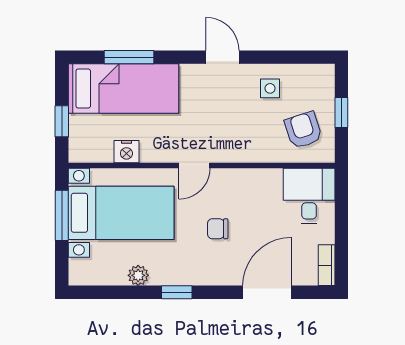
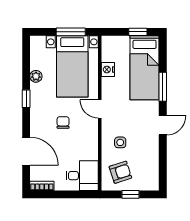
window: (129, 57) -> (163, 87), moved
side table: (270, 88) -> (120, 142), moved
window: (62, 121) -> (138, 32), moved

